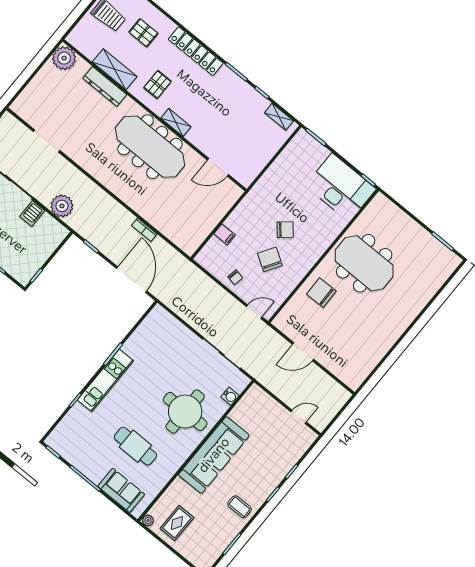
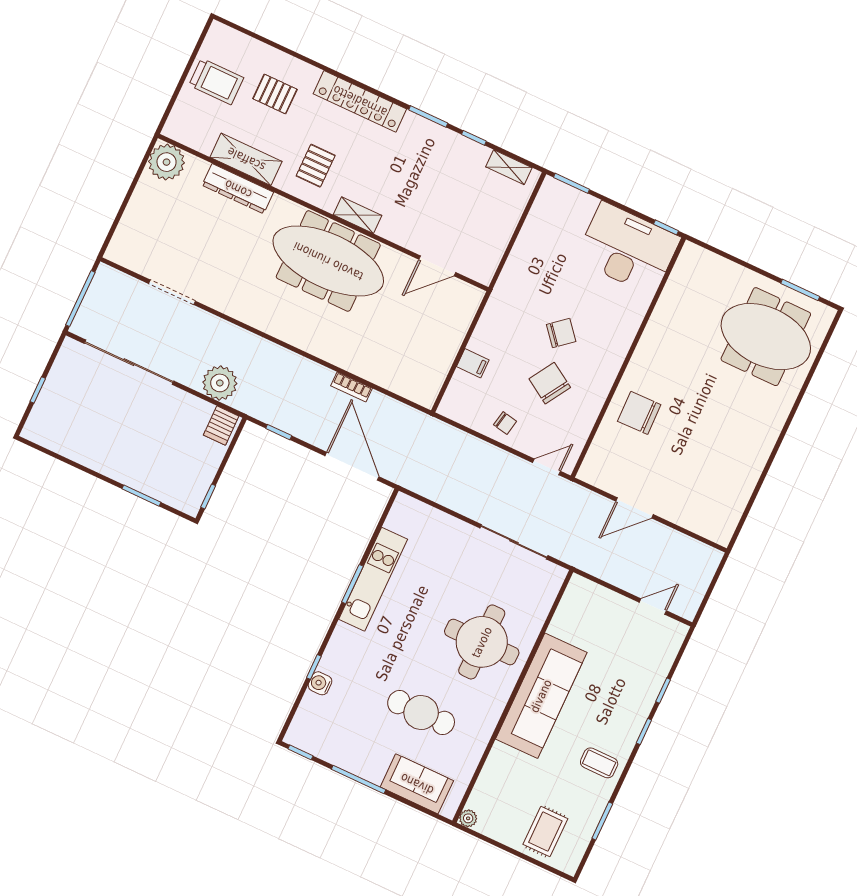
server rack: (32, 213) -> (221, 426), moved
meeting table: (364, 263) -> (766, 337), moved
kitchen unit: (105, 380) -> (373, 579), moved
water cooler: (230, 396) -> (320, 683), moved, turned 180
rug: (177, 523) -> (545, 832), moved

